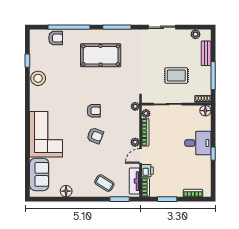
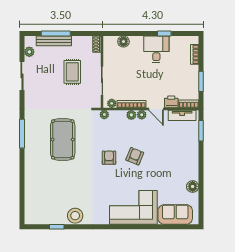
window: (69, 27) -> (22, 183), removed
sliding door: (162, 27) -> (22, 76), moved
armchair: (56, 38) -> (33, 197), removed
bench: (206, 53) -> (54, 41), width x1.36
pool table: (101, 55) -> (63, 139), moved
window: (213, 76) -> (56, 34), moved
floor lamp: (205, 111) -> (123, 42), moved
plant: (135, 132) -> (131, 115), added
desk: (198, 143) -> (156, 49), moved
window: (213, 154) -> (164, 34), moved
coffee table: (104, 183) -> (184, 147), removed

